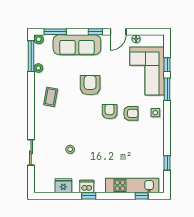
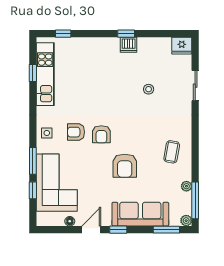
kitchen unit: (132, 185) -> (45, 74), moved, turned -90
fridge: (63, 186) -> (182, 46), moved

